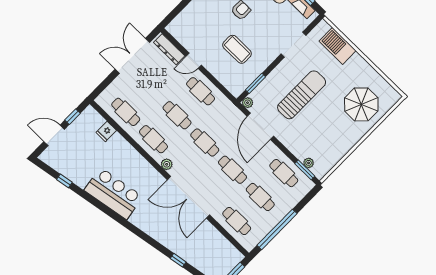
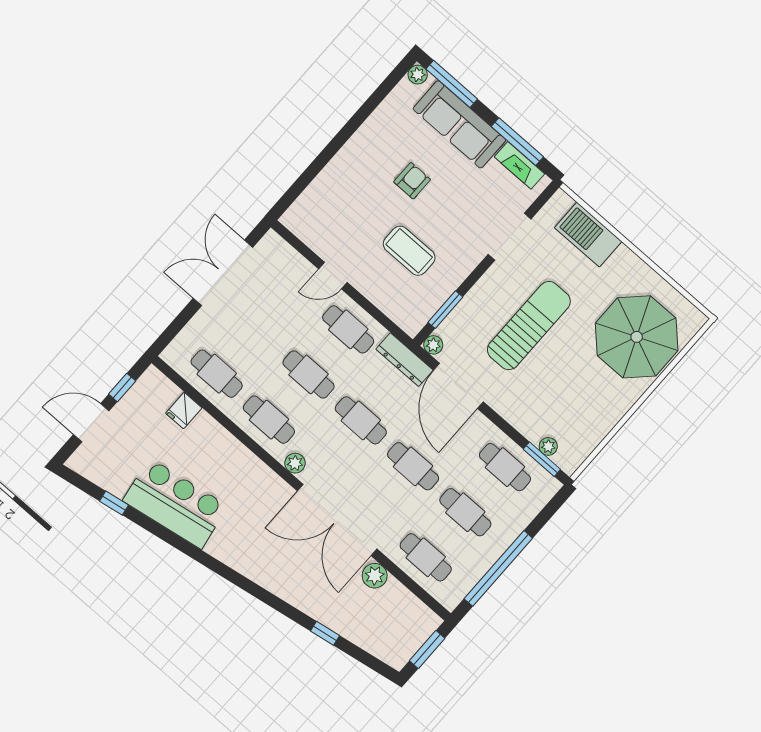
dresser: (169, 49) -> (404, 360), moved
parasol: (361, 104) -> (637, 337), width x1.36, depth x1.36
bar counter: (113, 193) -> (175, 503), moved
plant: (208, 230) -> (375, 576), added

